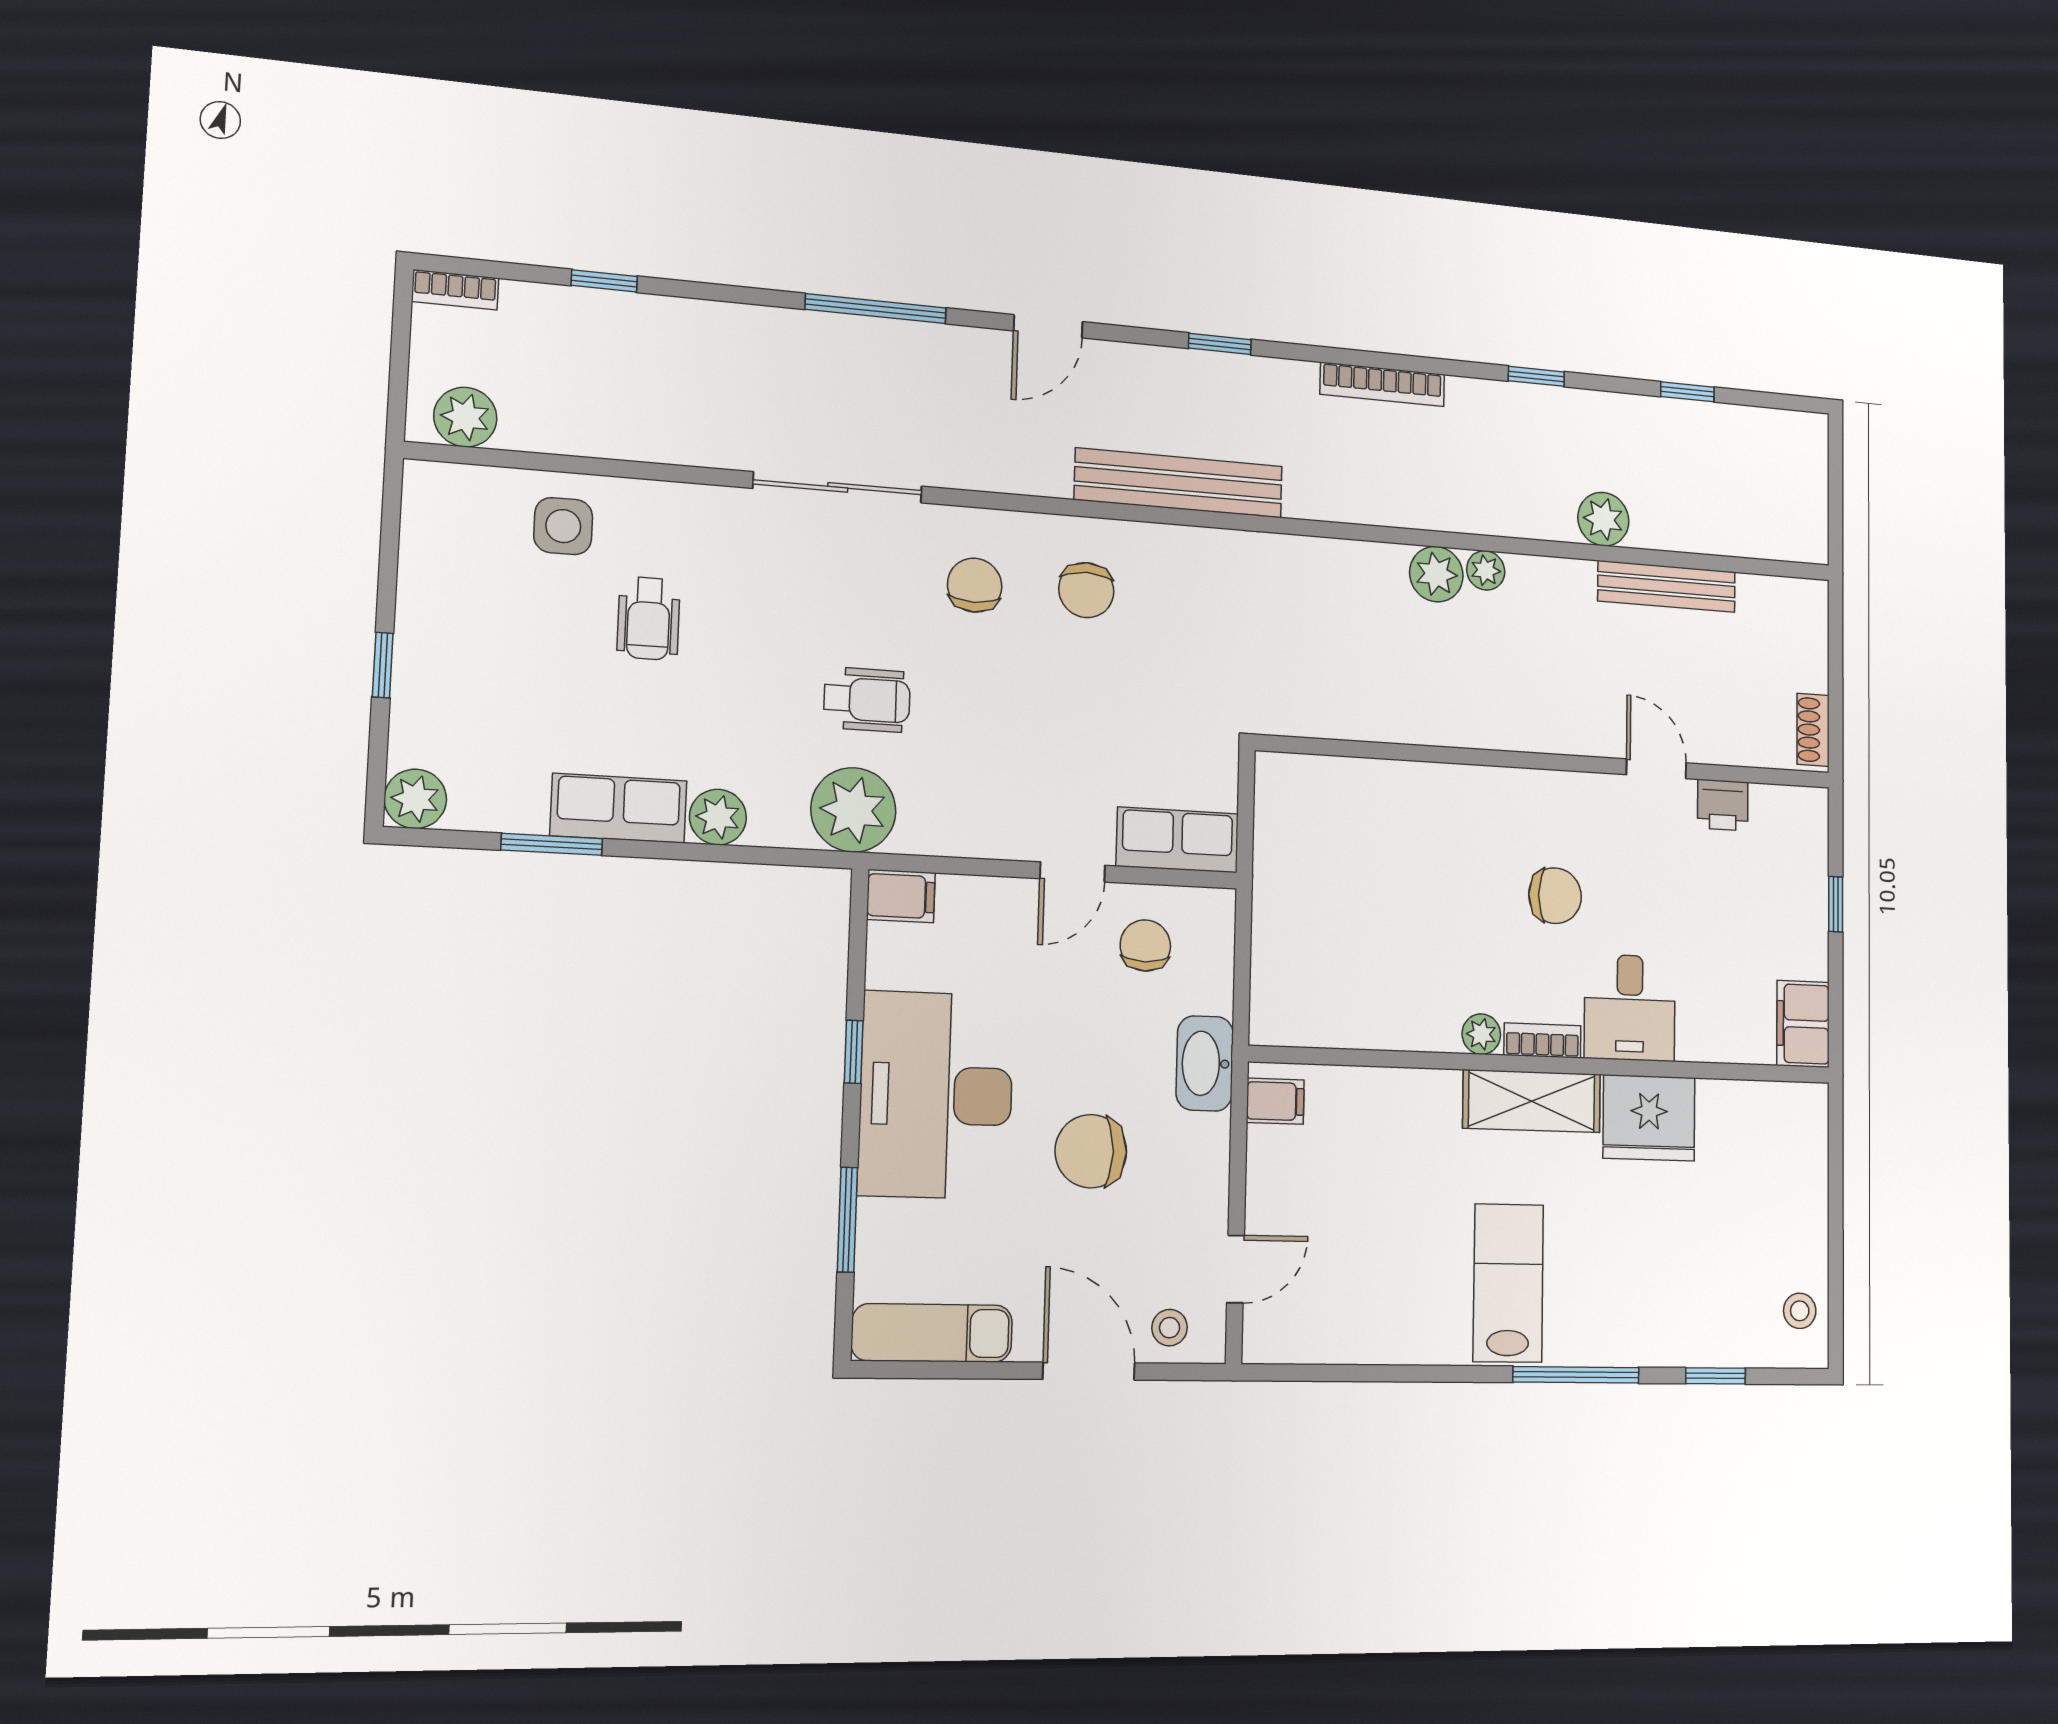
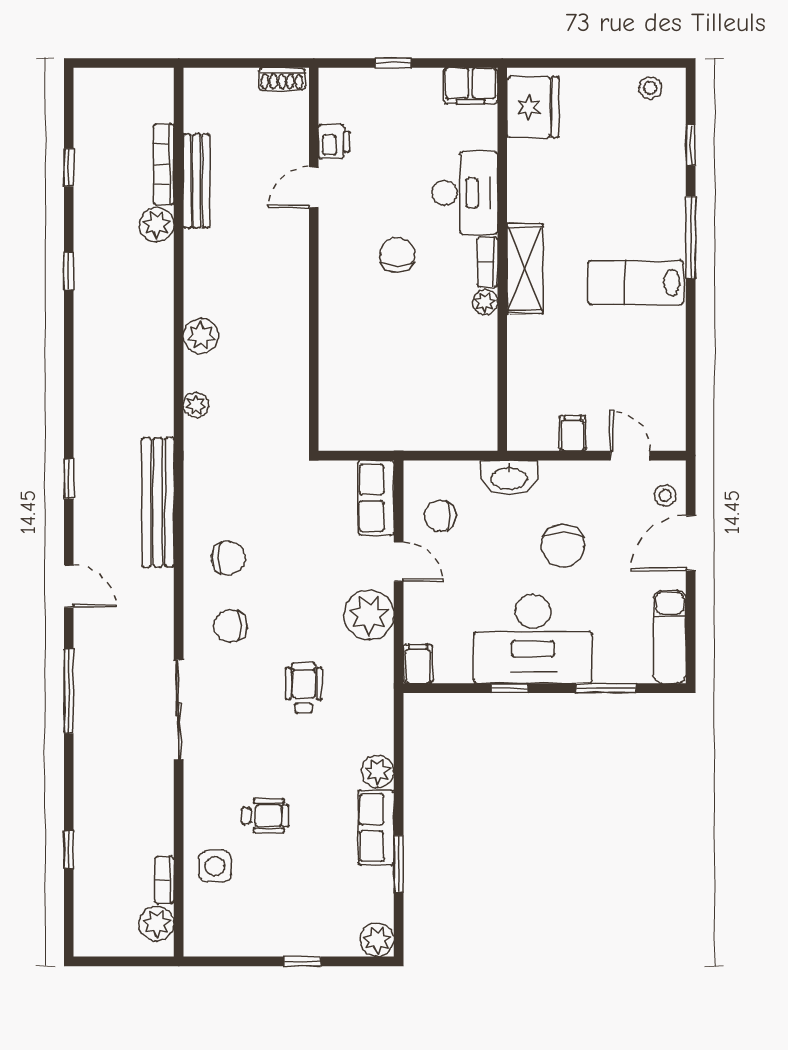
bookcase: (455, 290) -> (164, 880), moved, turned 180
bookcase: (1382, 384) -> (164, 164), moved, turned 180
plant: (1486, 570) -> (196, 405), moved
plant: (853, 810) -> (369, 615), moved
desk: (1630, 1008) -> (465, 193), width x1.37
filing cabinet: (1275, 1101) -> (573, 433), moved
fridge: (1649, 1118) -> (533, 107), moved

